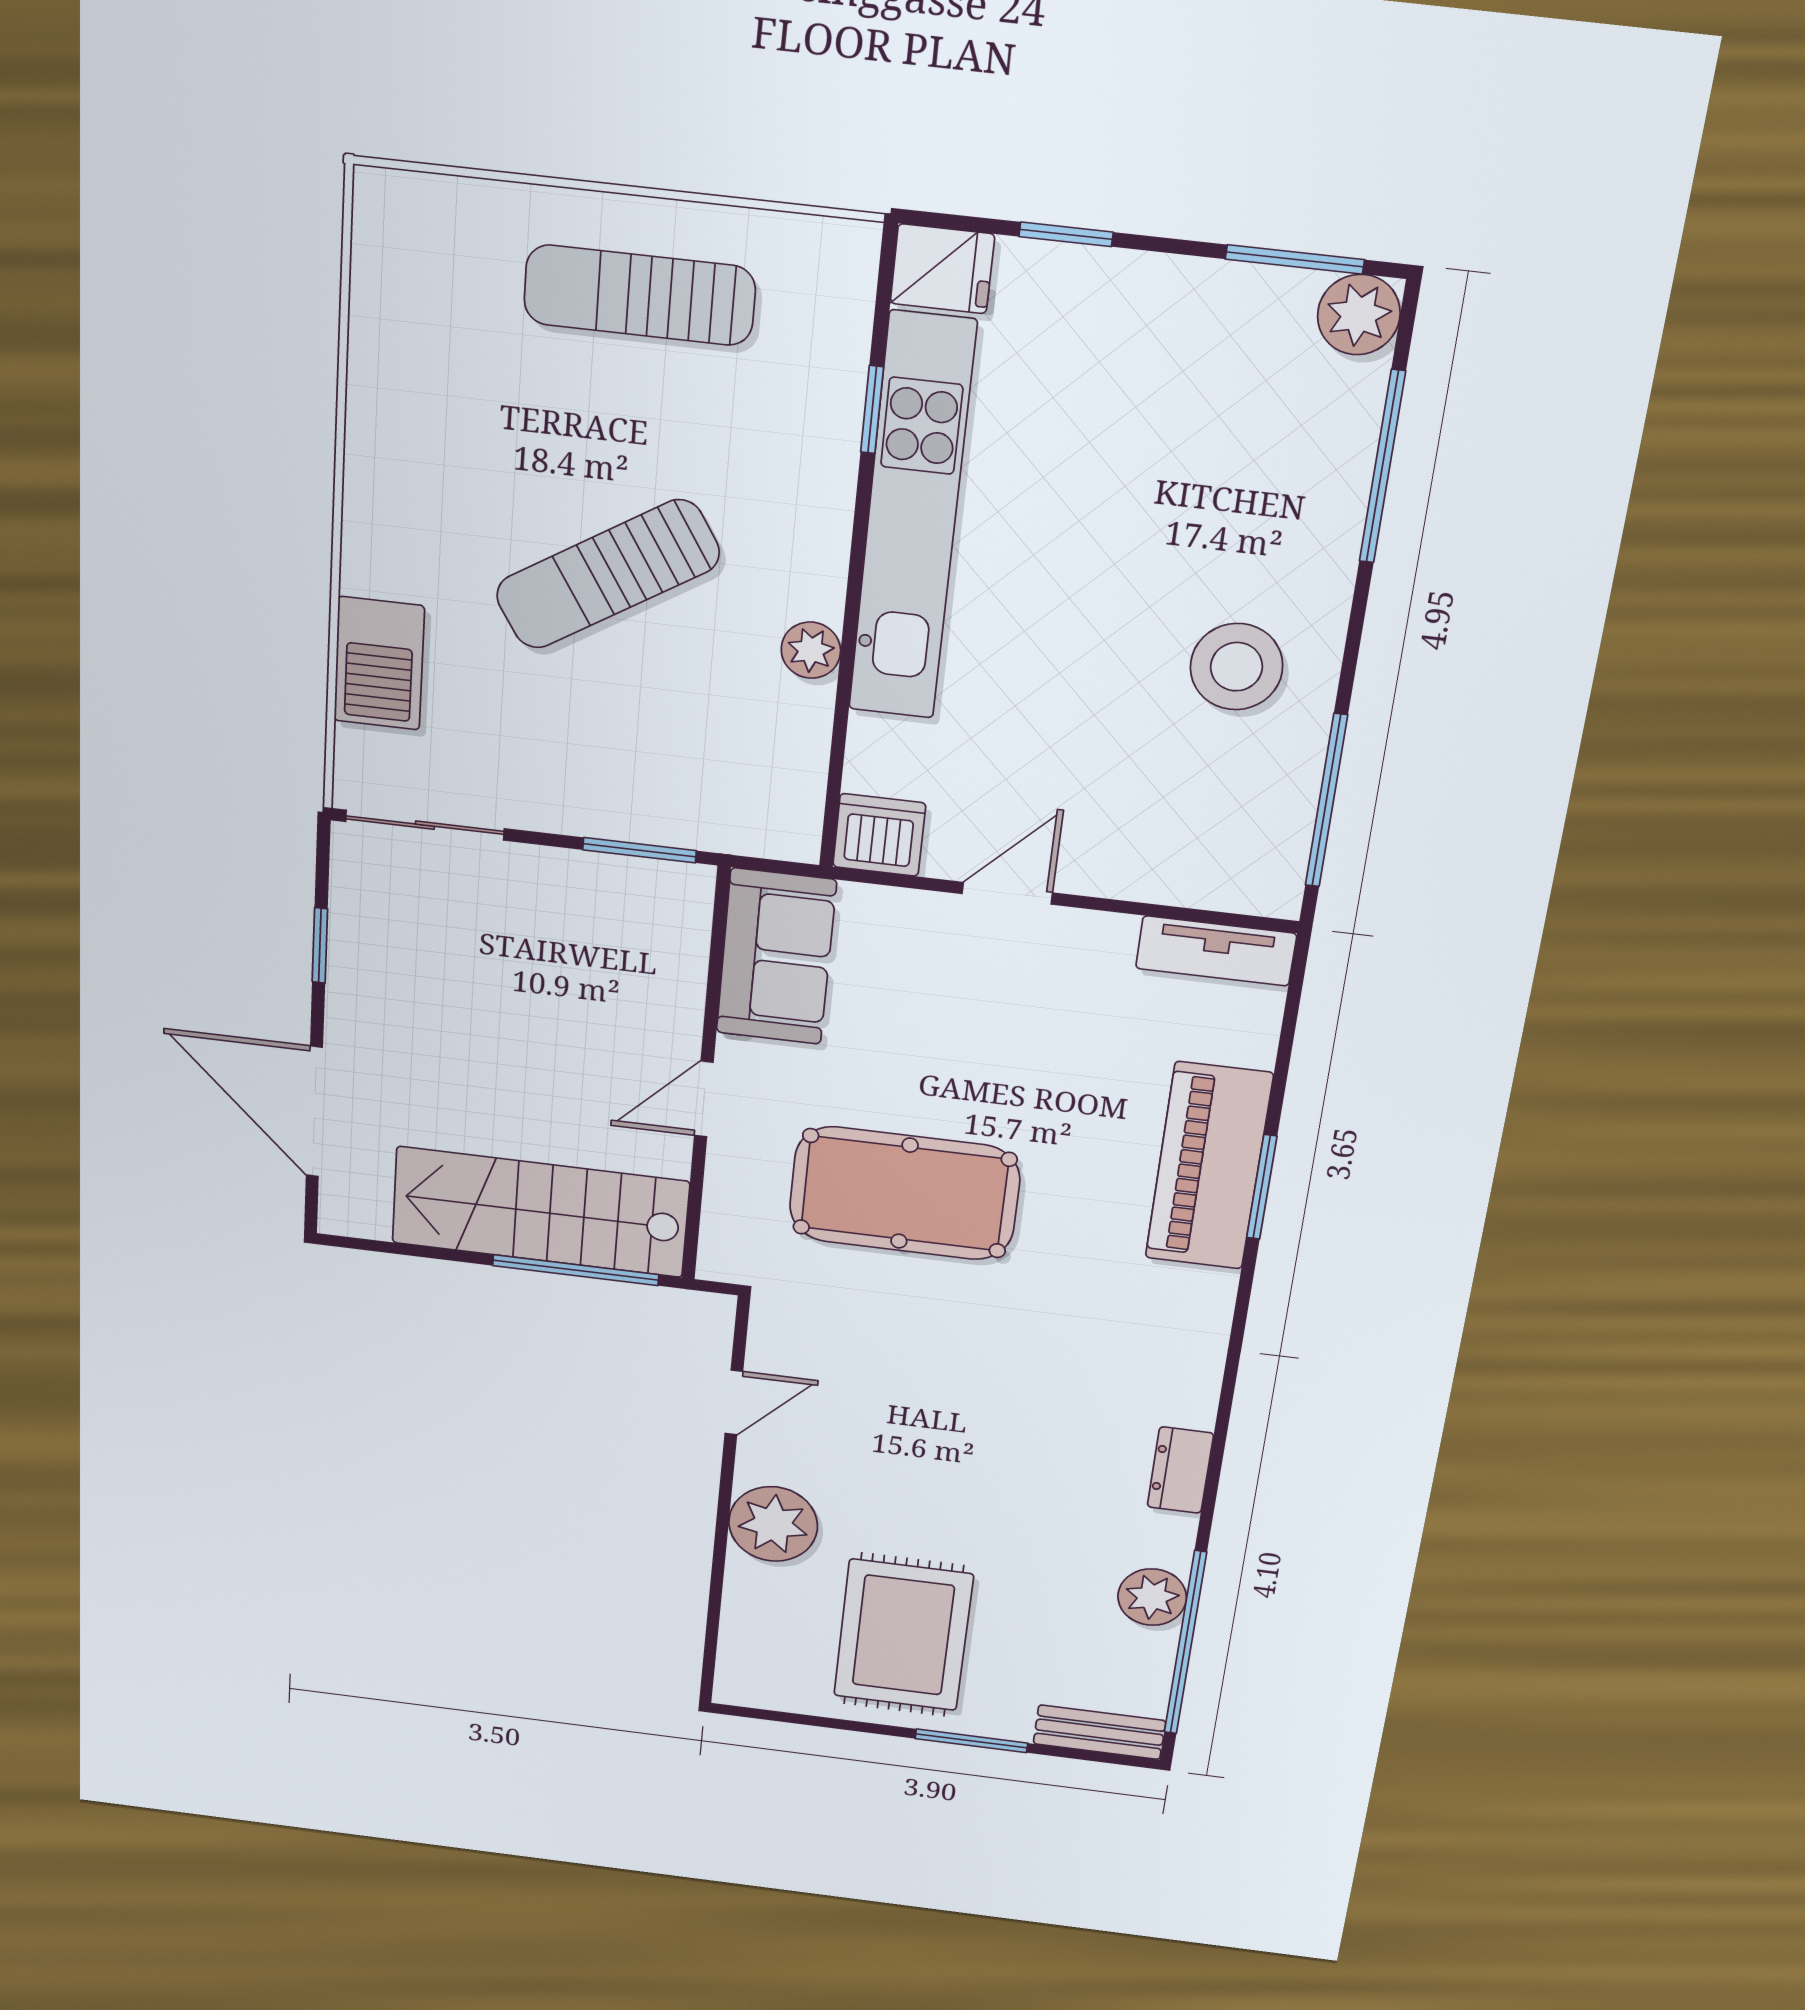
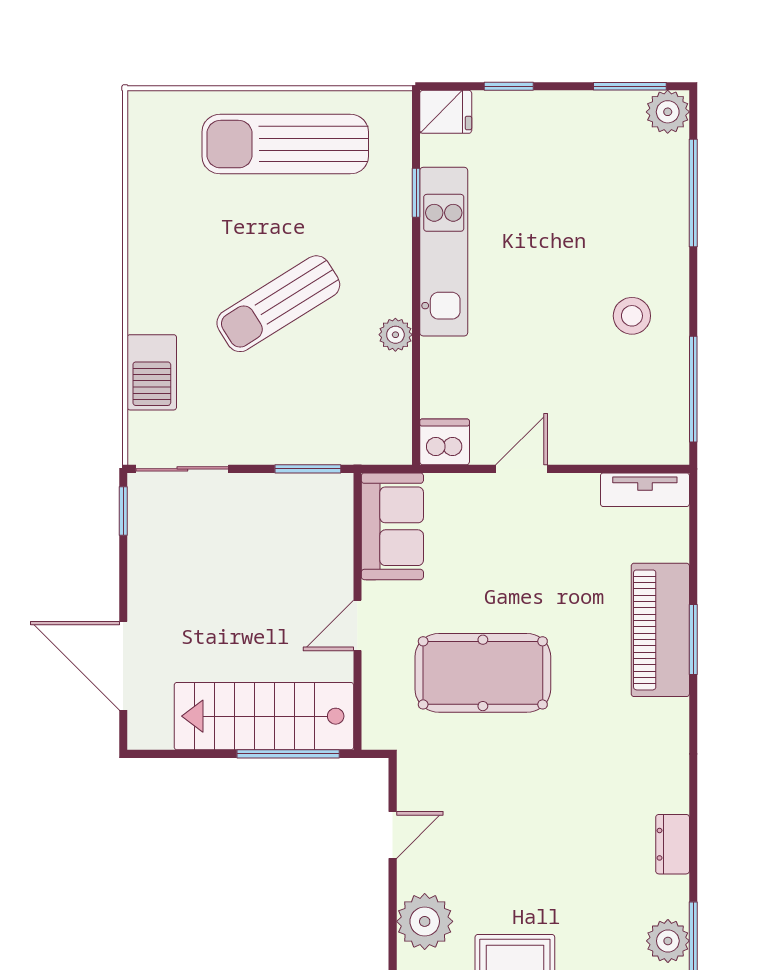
sun lounger: (639, 295) -> (285, 144), width x1.36, depth x1.34
kitchen unit: (912, 519) -> (444, 252), width x0.73
stool: (1236, 667) -> (632, 316), width x0.73, depth x0.73
window: (320, 945) -> (123, 511), moved

